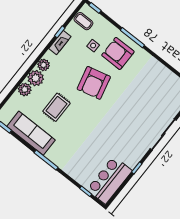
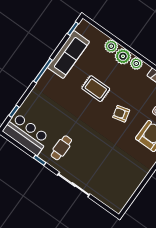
armchair: (94, 83) -> (121, 114), width x0.53, depth x0.53
rug: (56, 107) -> (96, 89), moved
cafe table: (125, 145) -> (61, 148), added

